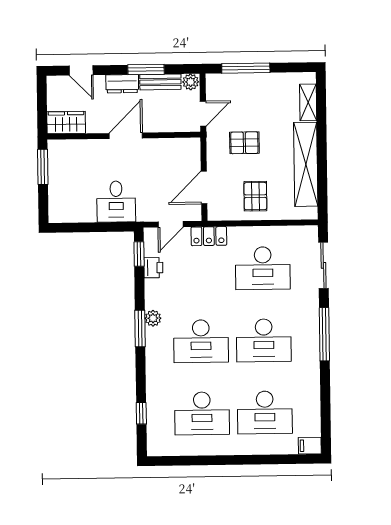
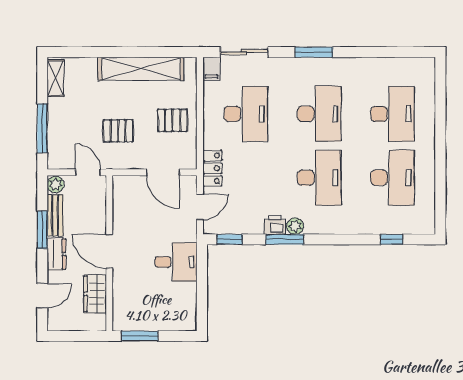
shelving: (308, 102) -> (56, 78), moved, turned 90
wardrobe: (66, 123) -> (95, 294), moved
pallet: (244, 143) -> (118, 131), turned 90
door: (171, 224) -> (200, 207), hinge flipped
printer: (153, 268) -> (275, 225), moved
window: (140, 328) -> (285, 239), moved
window: (324, 334) -> (314, 52), width x0.69
filing cabinet: (310, 446) -> (211, 69), moved

